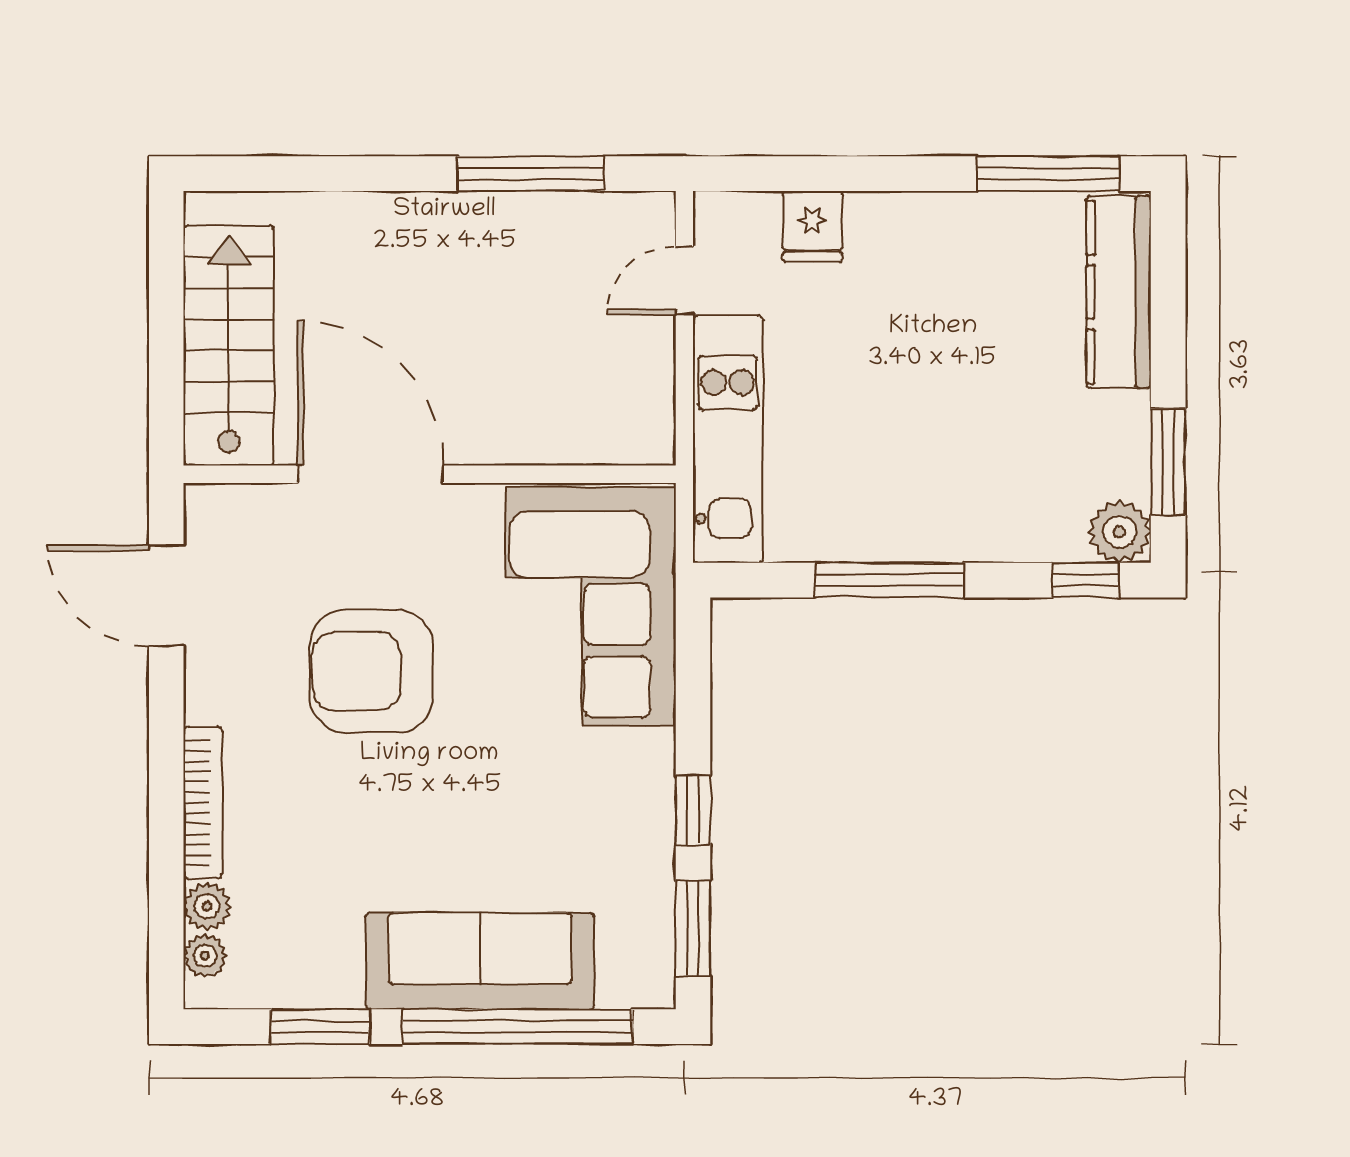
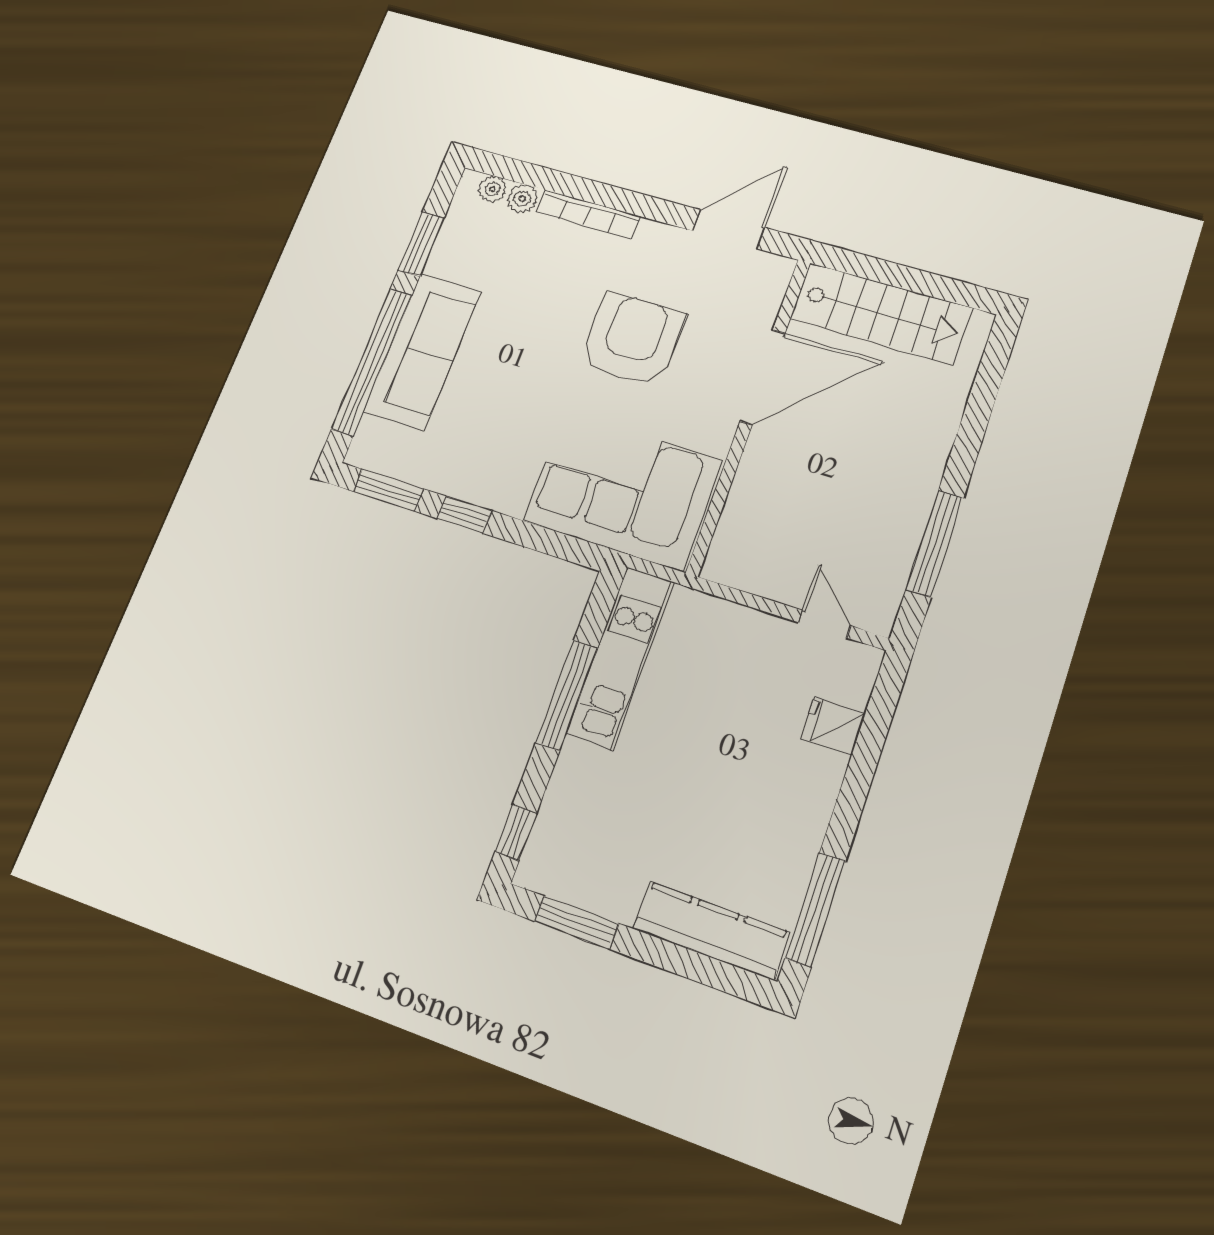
kitchen unit: (728, 439) -> (620, 658), moved, turned -90
plant: (1120, 532) -> (540, 869), removed

